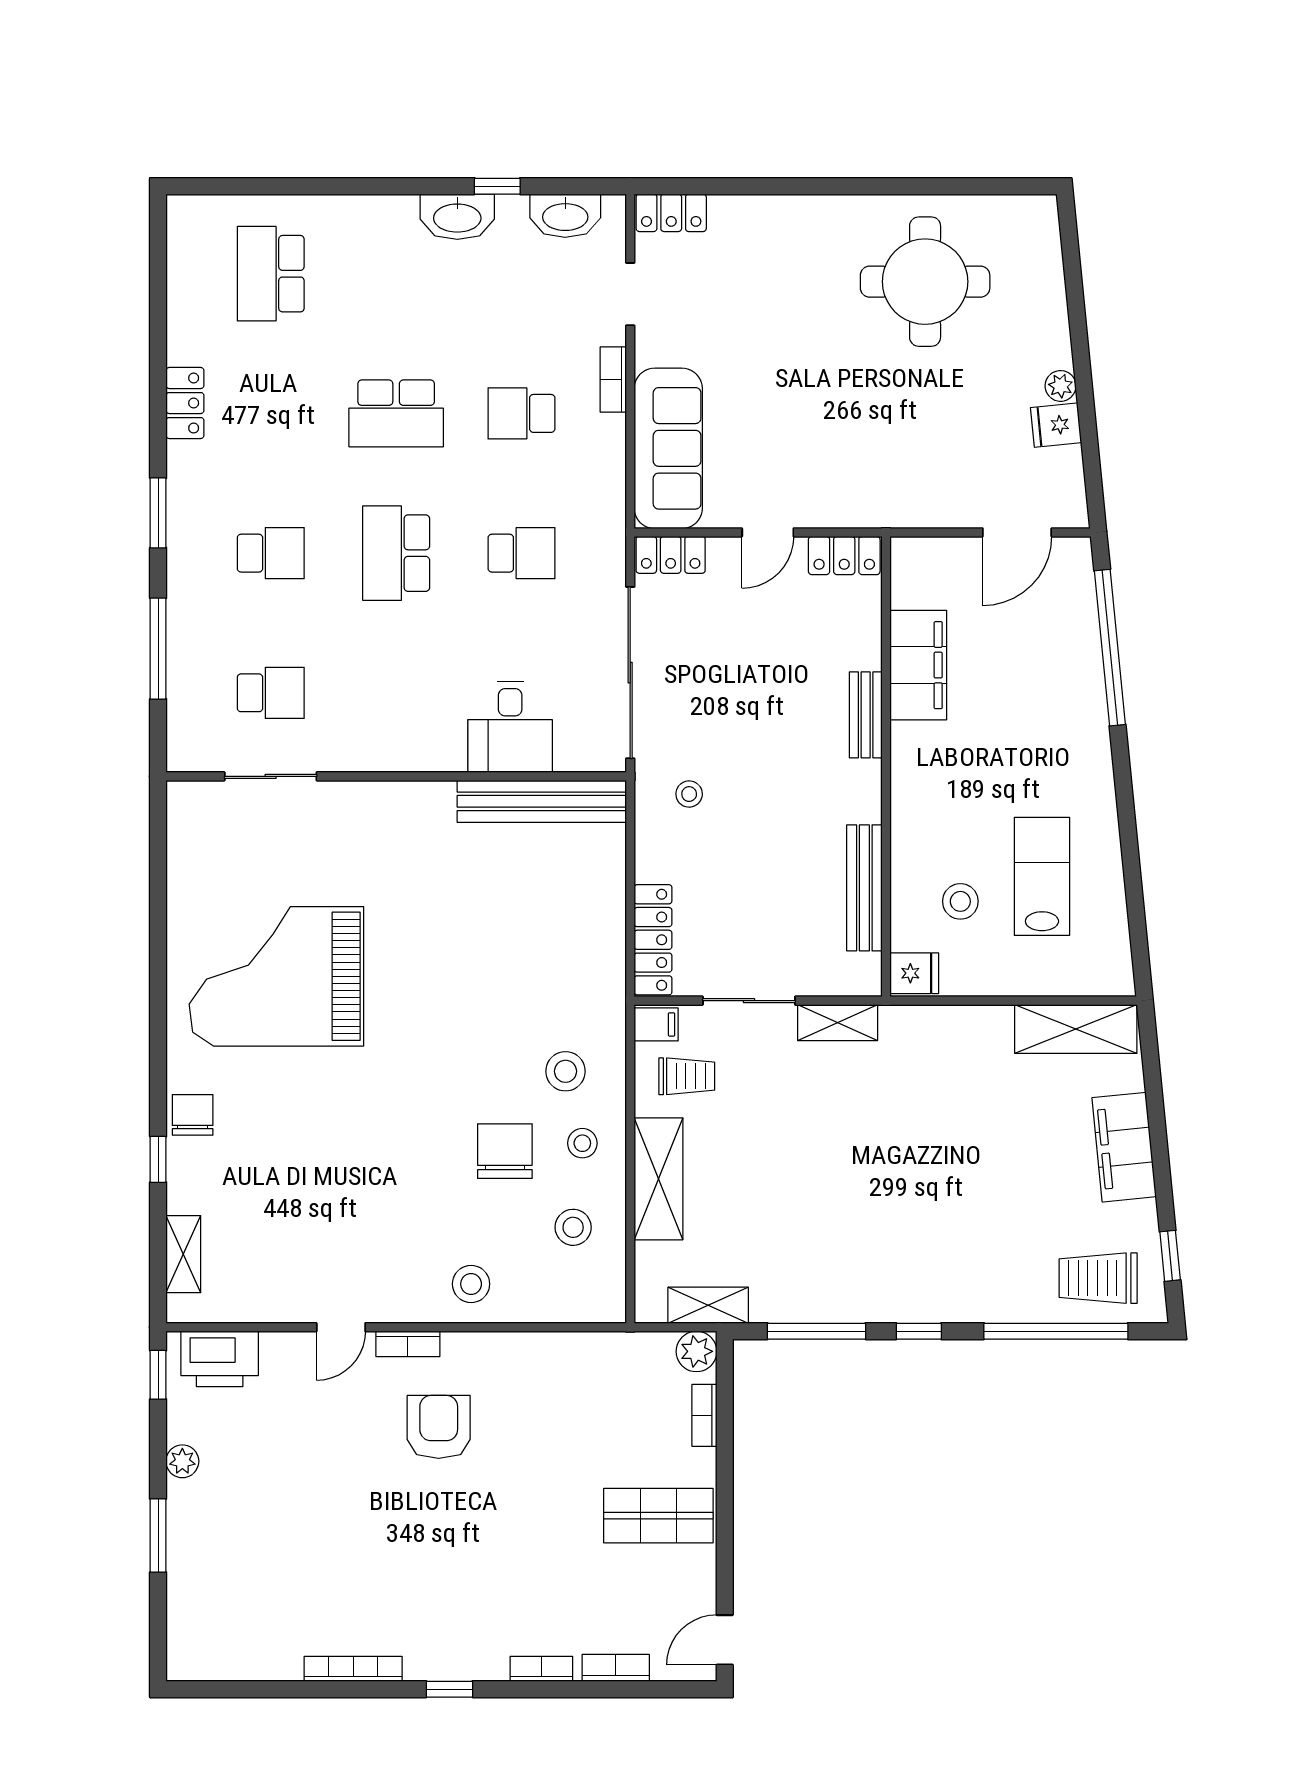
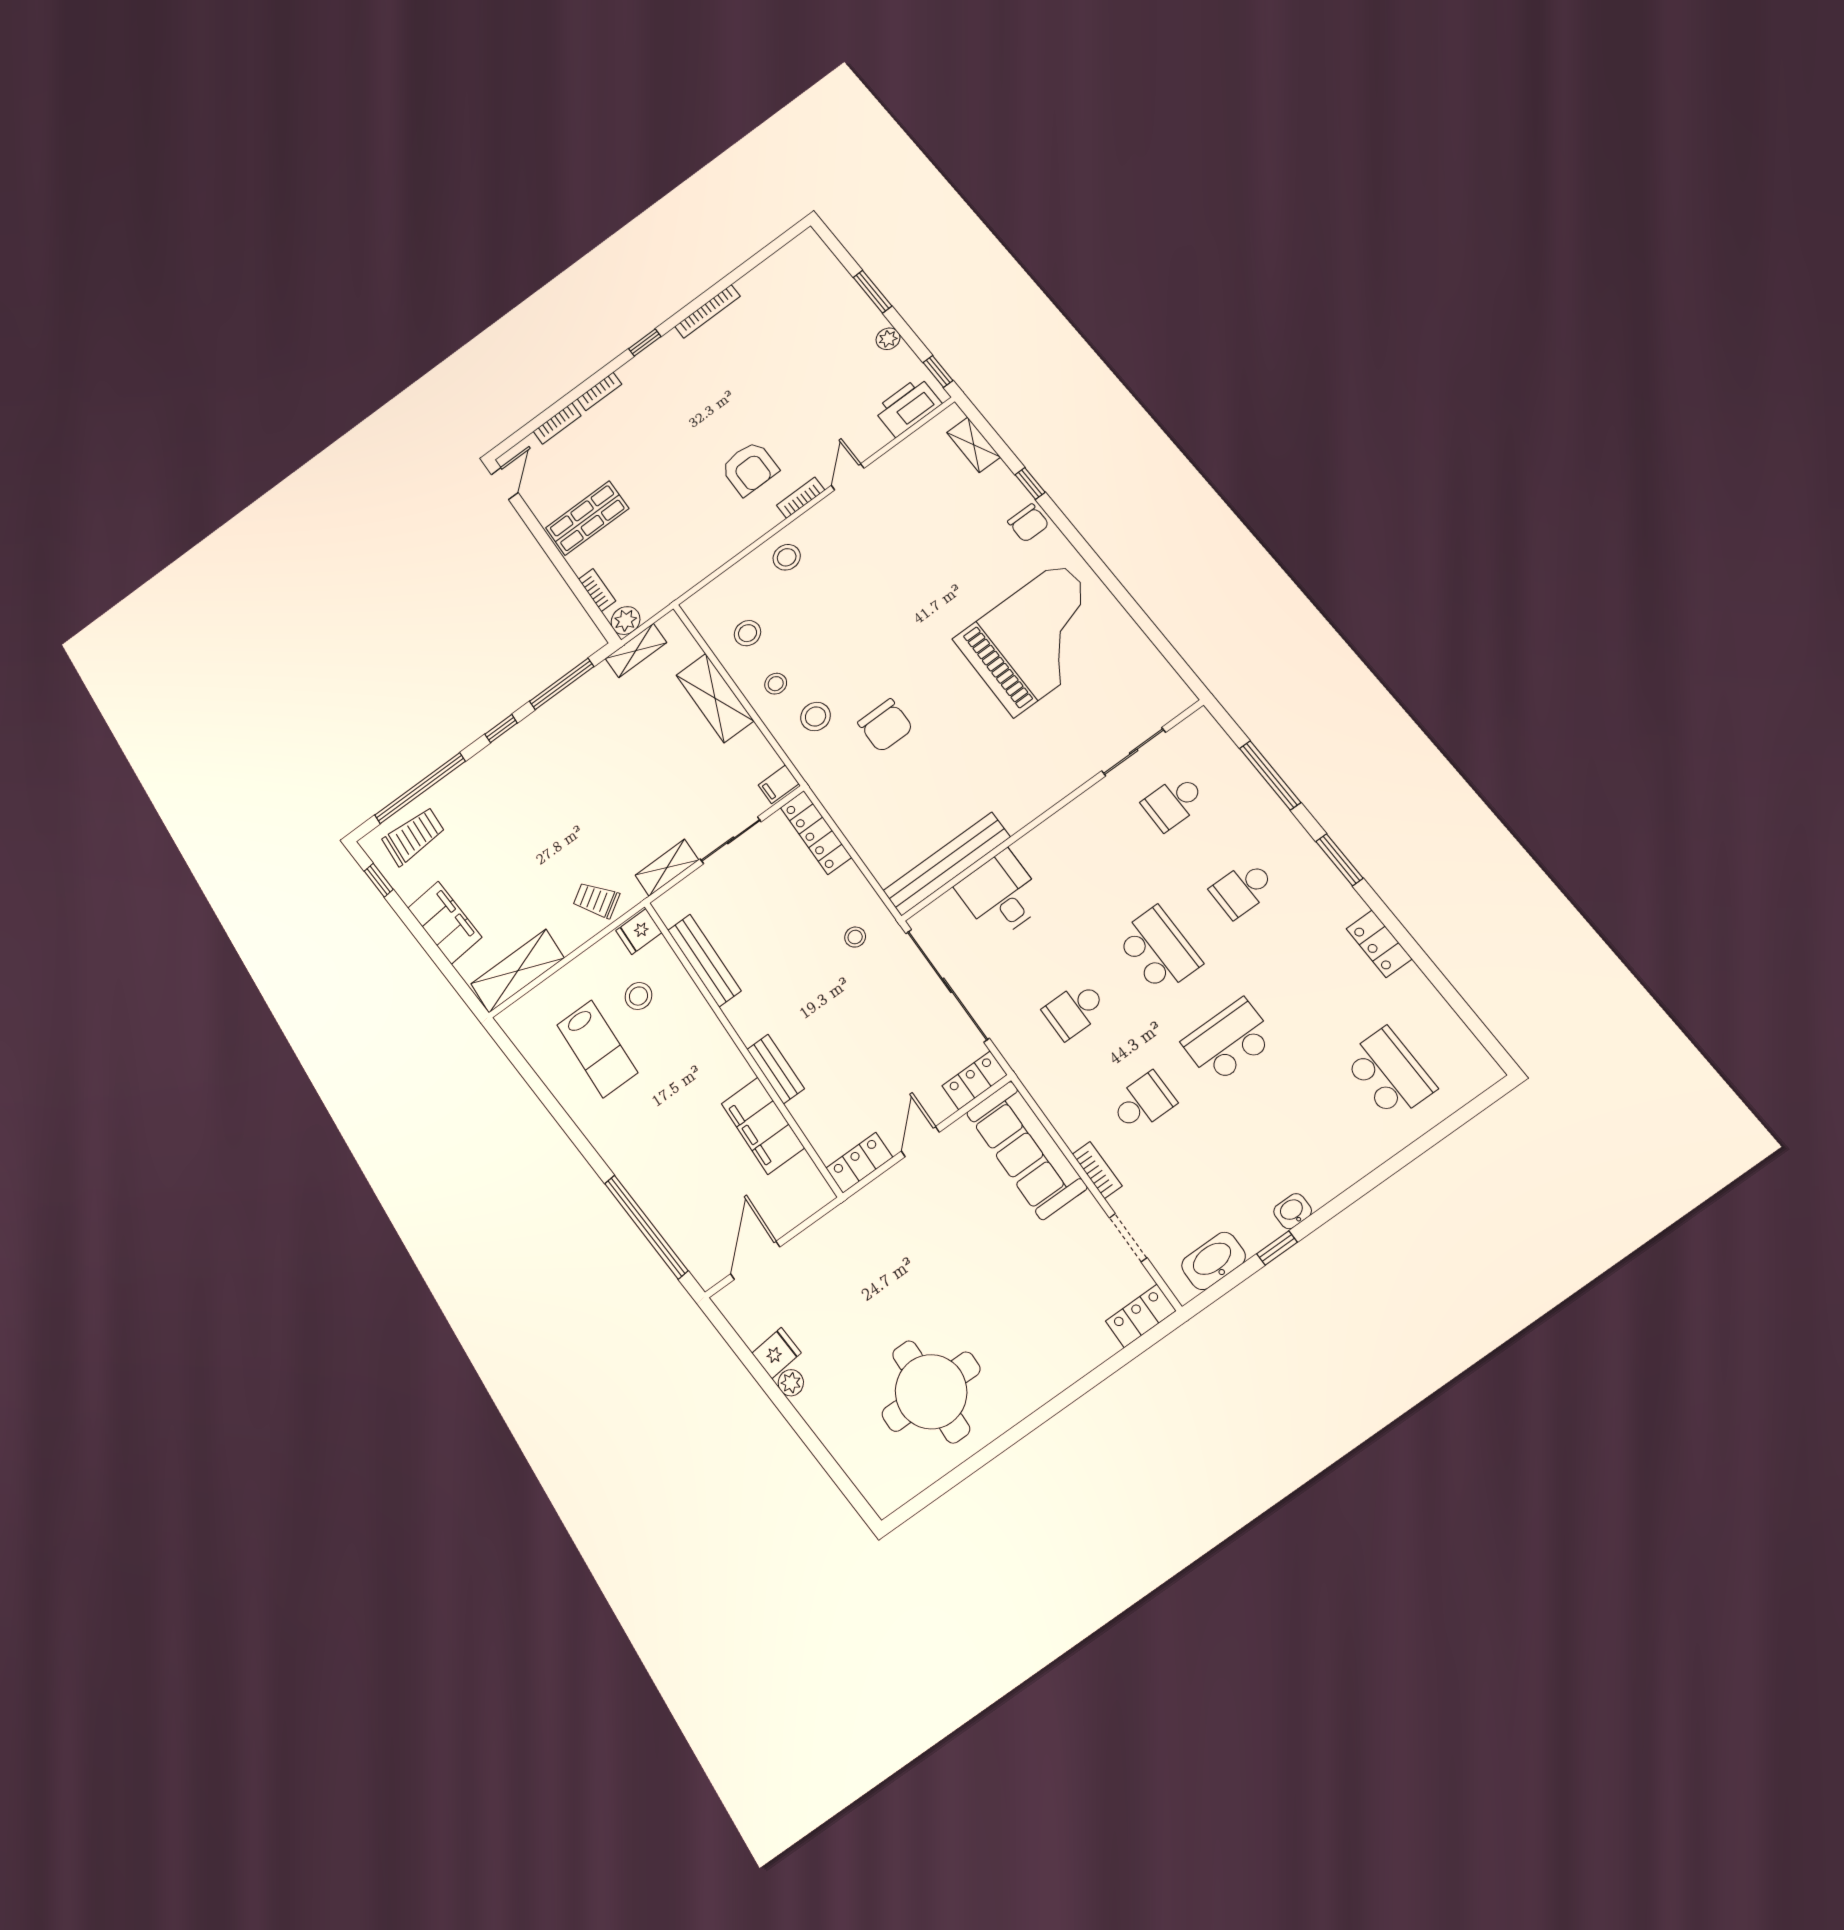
washbasin: (457, 217) -> (1293, 1211), width x0.52, depth x0.69
trolley: (687, 1076) -> (596, 900), moved, turned 55
chair: (505, 1151) -> (885, 726), moved

